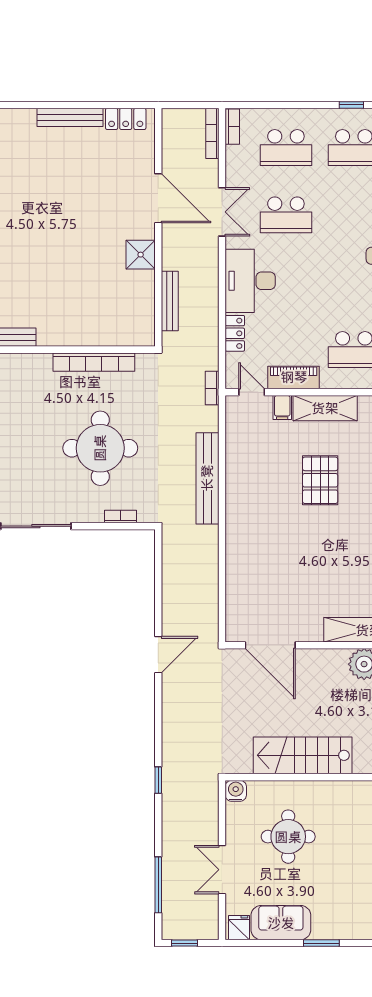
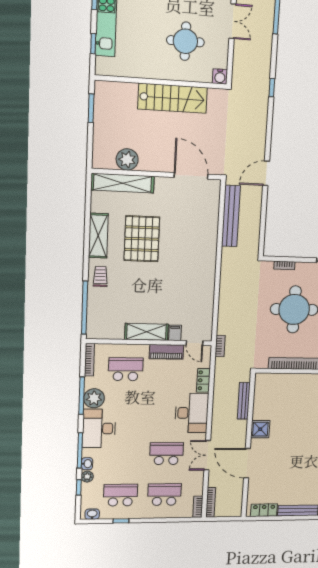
bench: (207, 478) -> (231, 216), moved
pallet: (320, 480) -> (142, 239), moved, width x1.37, depth x1.41

